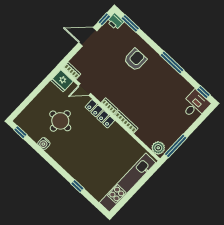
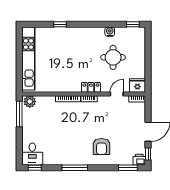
locker: (100, 114) -> (91, 87), width x0.66

